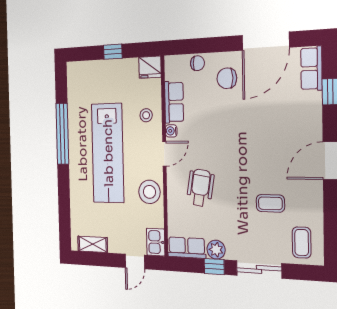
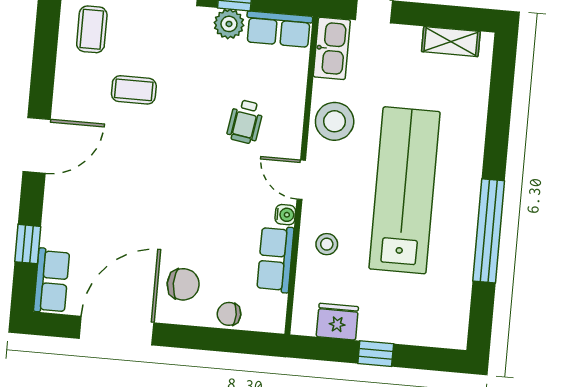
fridge: (150, 67) -> (337, 322), moved
door: (164, 154) -> (301, 180), hinge flipped
wheelchair: (200, 188) -> (245, 122), width x0.73, depth x0.73
kitchen sink: (156, 242) -> (332, 48), width x1.38

